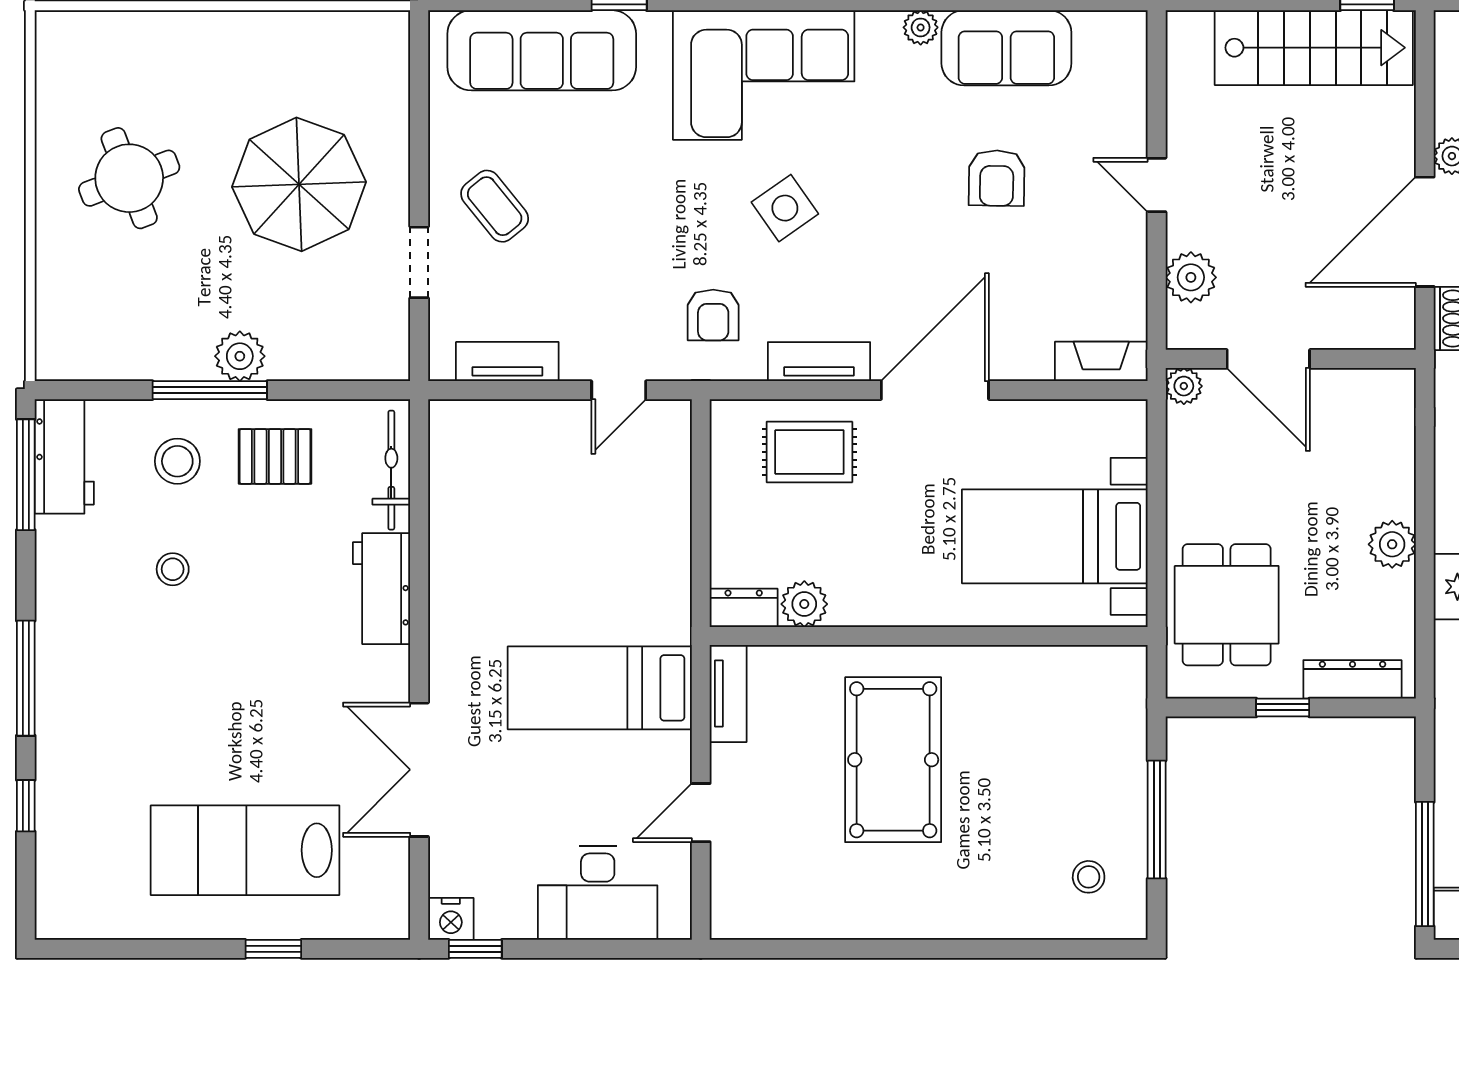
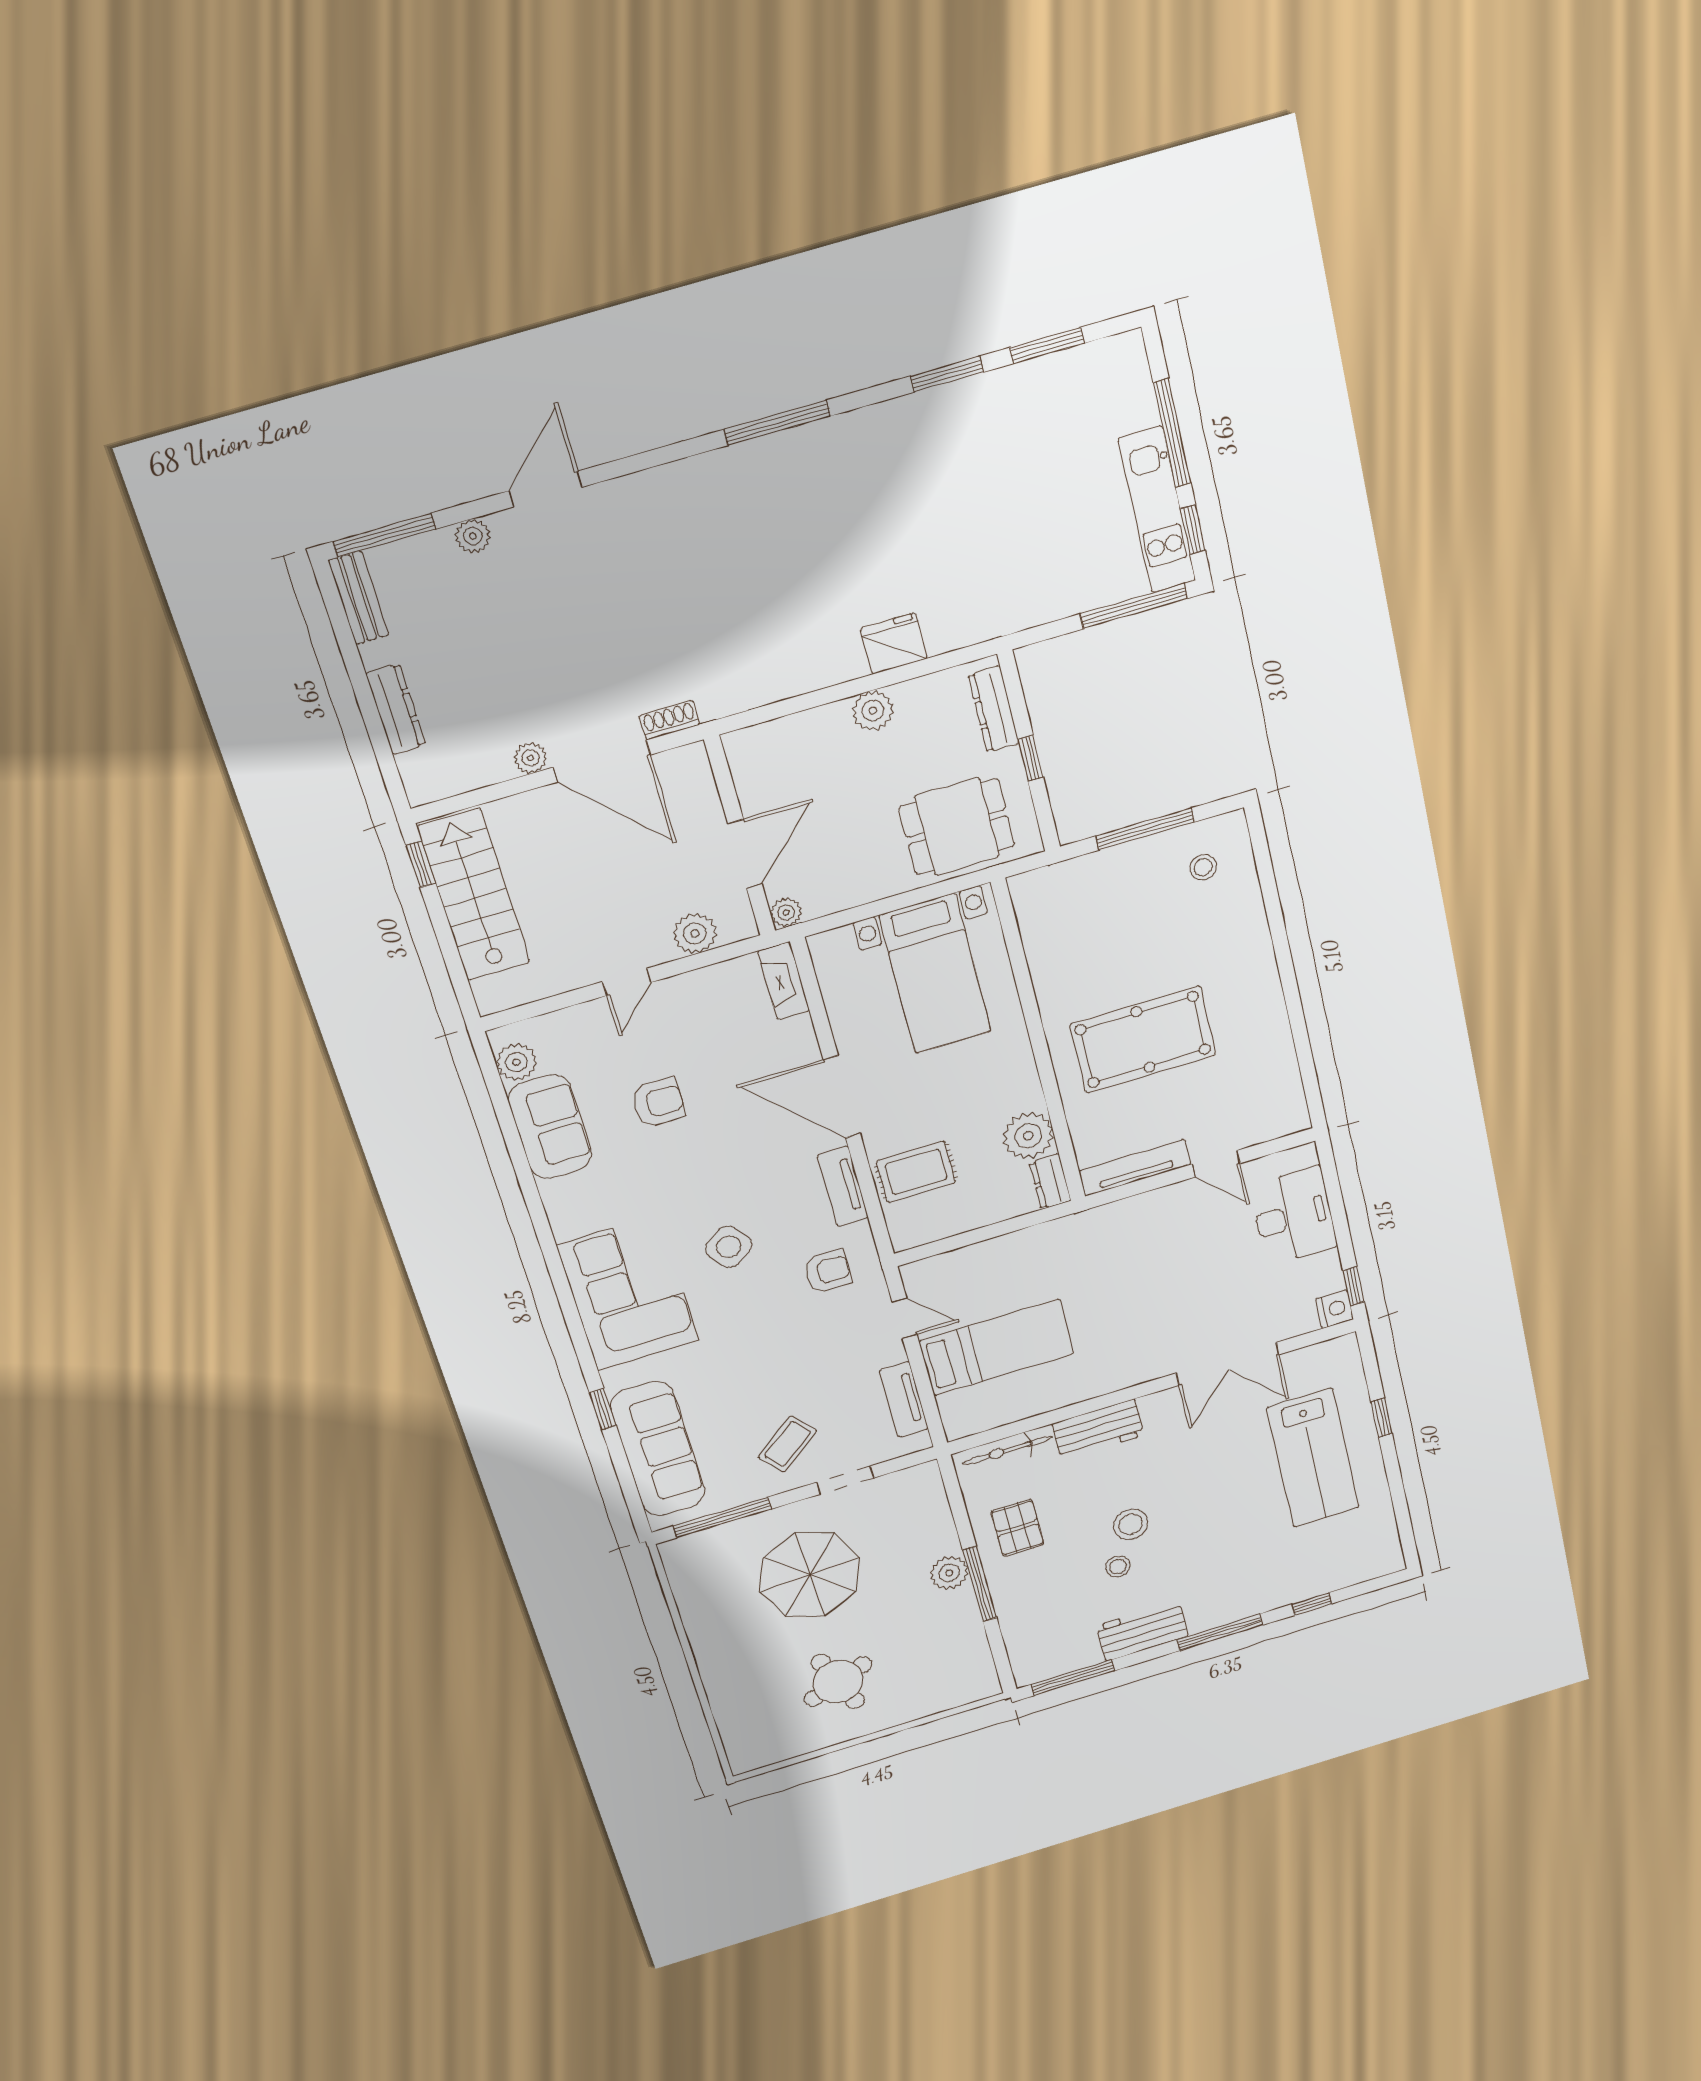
plant: (921, 27) -> (516, 1062), moved, width x1.38, depth x1.38
window: (419, 101) -> (722, 1517), added
rug: (809, 452) -> (916, 1172), turned 90
workbench: (64, 456) -> (1142, 1631), moved
stool: (177, 461) -> (1131, 1524), moved
plant: (804, 604) -> (1028, 1136), width x1.36, depth x1.36
bed: (600, 688) -> (997, 1347), moved, turned -90
tv unit: (728, 693) -> (1135, 1168), width x1.41

